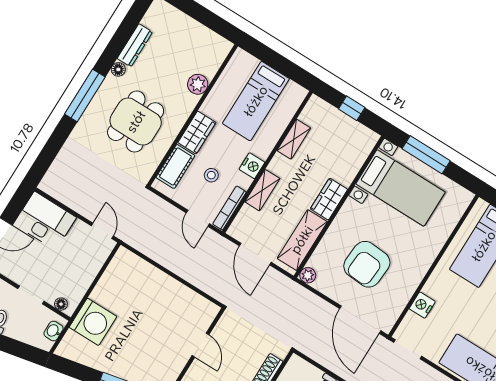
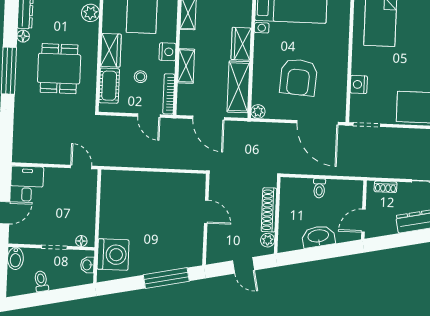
desk: (45, 221) -> (27, 184), width x0.73
washing machine: (93, 322) -> (113, 255), moved

